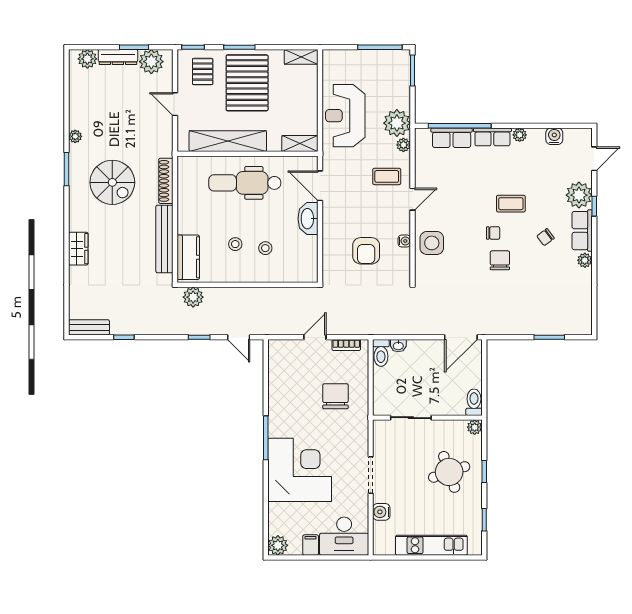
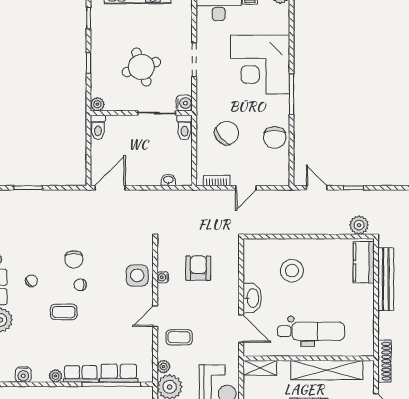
shoe rack: (166, 181) -> (384, 361), moved
stool: (235, 244) -> (320, 274), removed
stool: (265, 248) -> (292, 271), width x1.89, depth x1.89
toilet: (381, 353) -> (184, 128), moved, turned 180
chair: (284, 391) -> (275, 137), added
chair: (335, 396) -> (227, 133), turned -130
round table: (449, 472) -> (141, 67), moved
water cooler: (381, 512) -> (184, 103), moved

